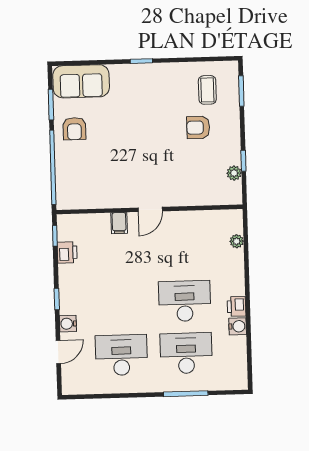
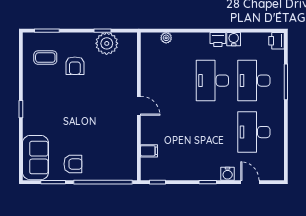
plant: (234, 173) -> (107, 43), width x1.87, depth x1.87
filing cabinet: (119, 223) -> (149, 151), moved
printer: (67, 252) -> (277, 41), moved, turned -90

